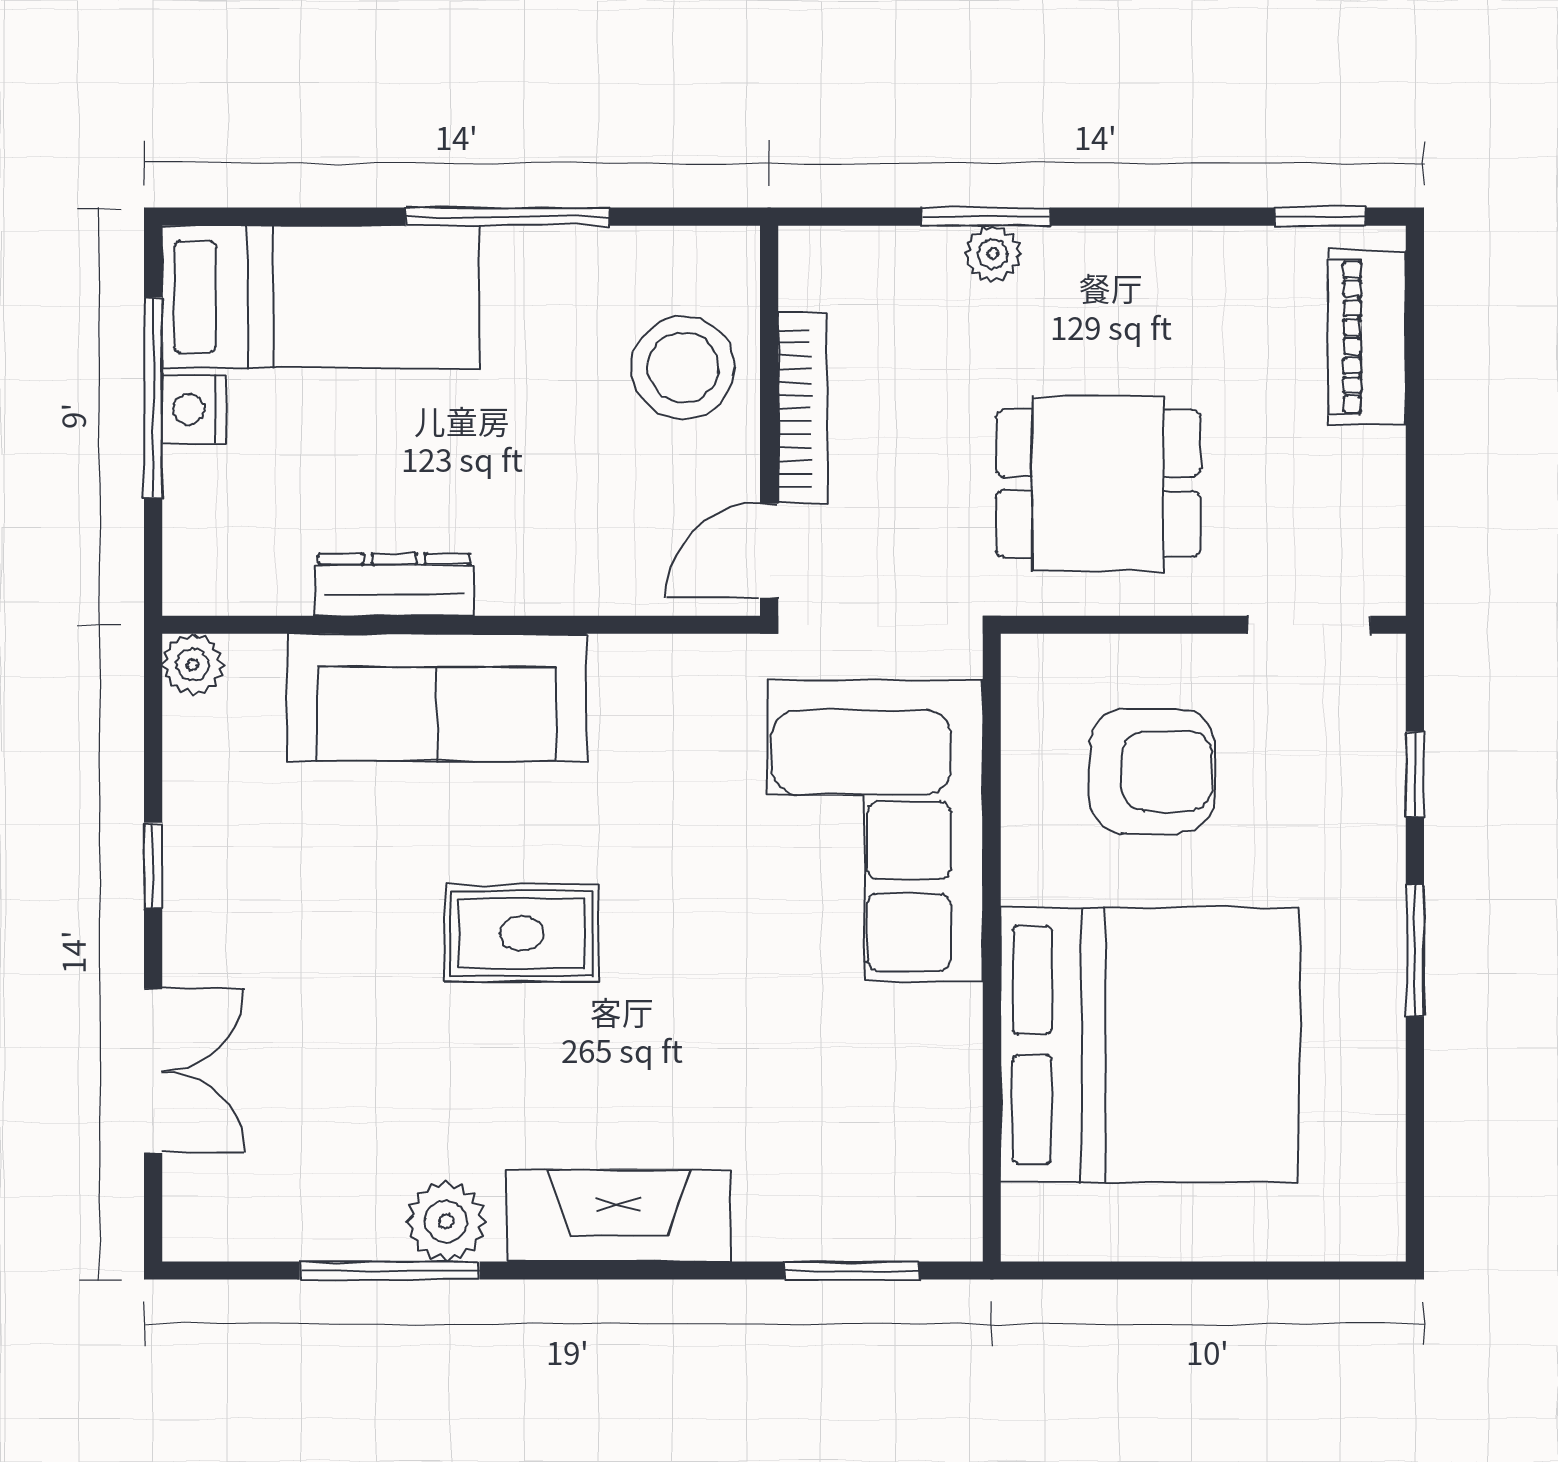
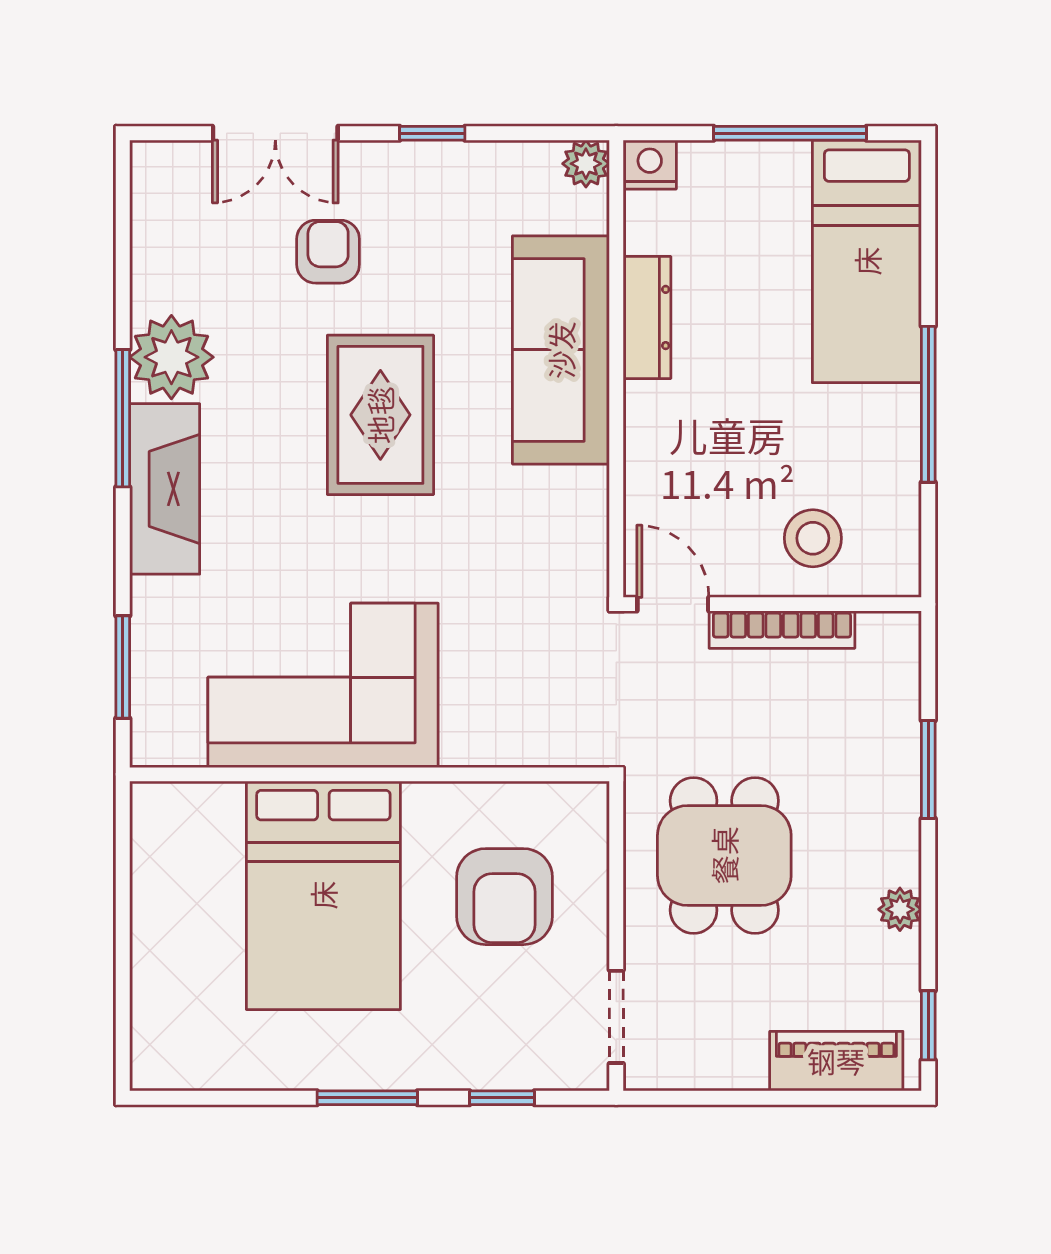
plant: (993, 254) -> (900, 909), moved
stool: (683, 368) -> (813, 538), width x0.73, depth x0.73
nightstand: (194, 409) -> (650, 165), moved
corner sofa: (875, 831) -> (323, 685), moved
rug: (522, 933) -> (380, 415), width x1.36, depth x1.43
armchair: (308, 1002) -> (328, 252), added
bed: (1150, 1045) -> (323, 895), width x0.73
plant: (446, 1221) -> (171, 357), width x1.36, depth x1.36
window: (390, 1271) -> (123, 418), moved

